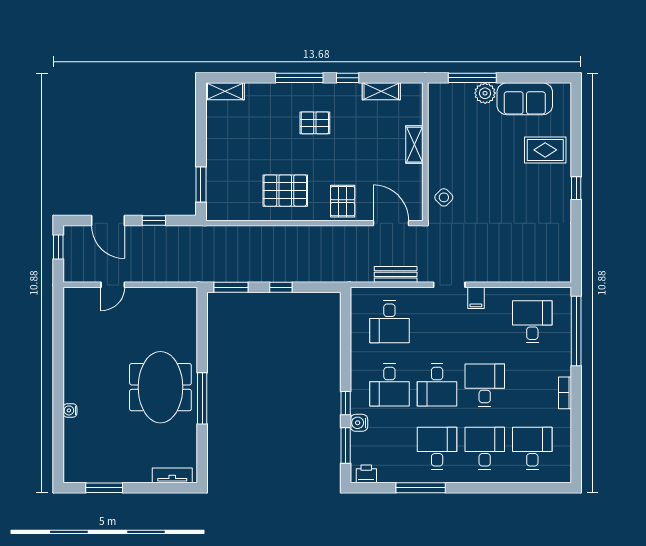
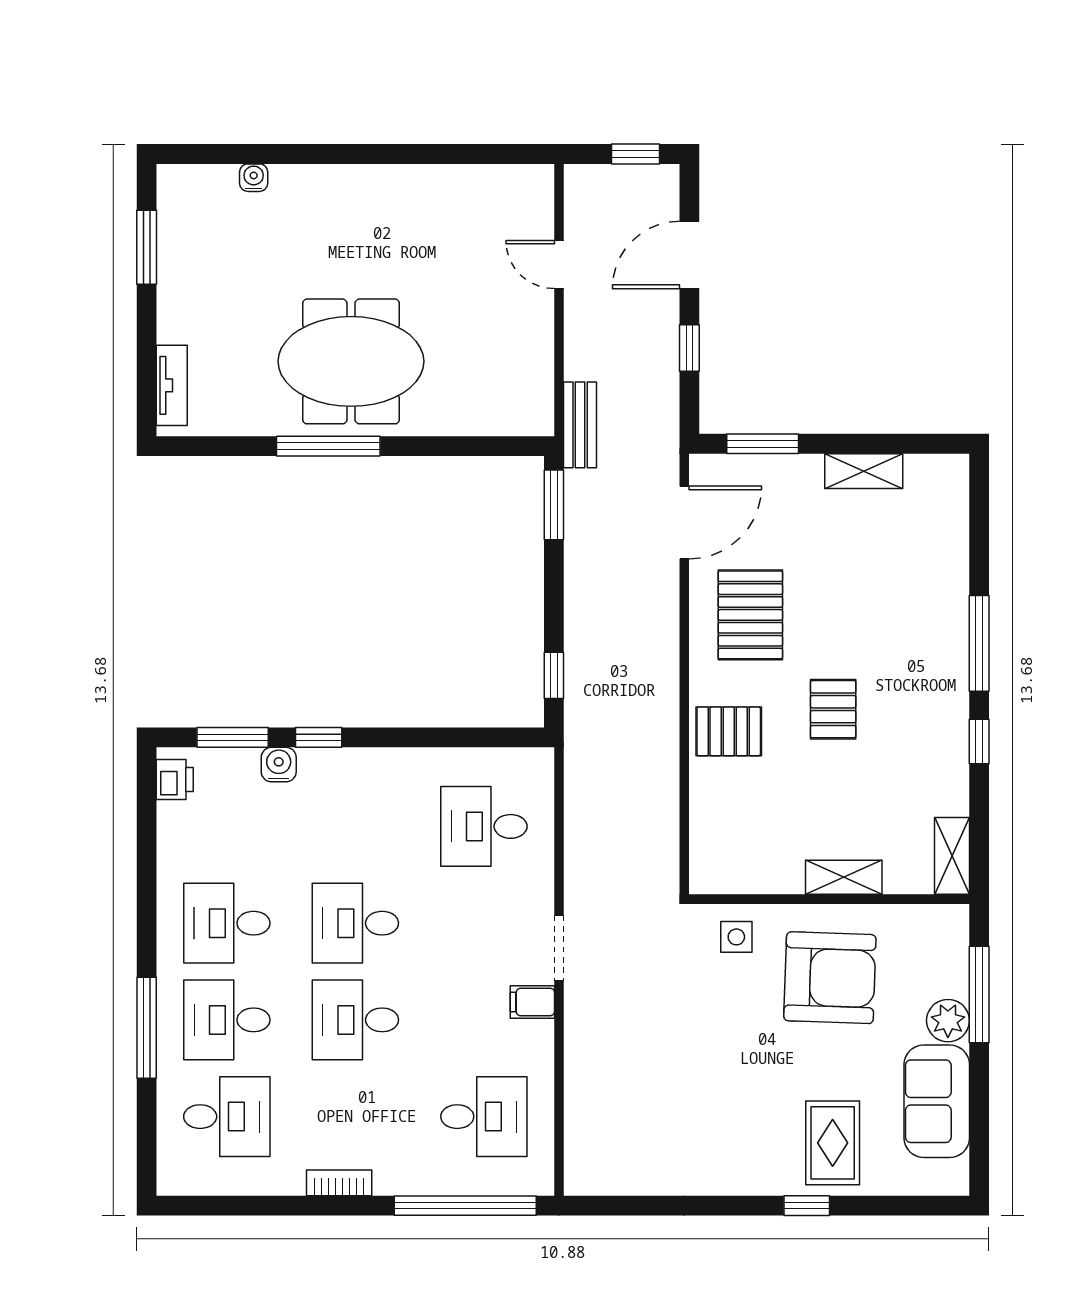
shelving: (225, 91) -> (864, 471), moved, turned 90
shelving: (381, 91) -> (952, 856), moved
pallet: (315, 123) -> (833, 709), moved
armchair: (464, 151) -> (830, 978), added
window: (576, 188) -> (807, 1206), moved
side table: (444, 197) -> (736, 937), turned 45
door: (391, 223) -> (684, 522), moved
bench: (396, 274) -> (580, 425), moved
window: (281, 287) -> (554, 675), moved
desk: (389, 385) -> (355, 826), removed
desk: (485, 385) -> (355, 1020), turned 180
water cooler: (70, 410) -> (254, 178), moved
desk: (437, 448) -> (227, 923), turned 180
desk: (485, 448) -> (227, 1020), turned 180
window: (421, 488) -> (147, 1028), moved

